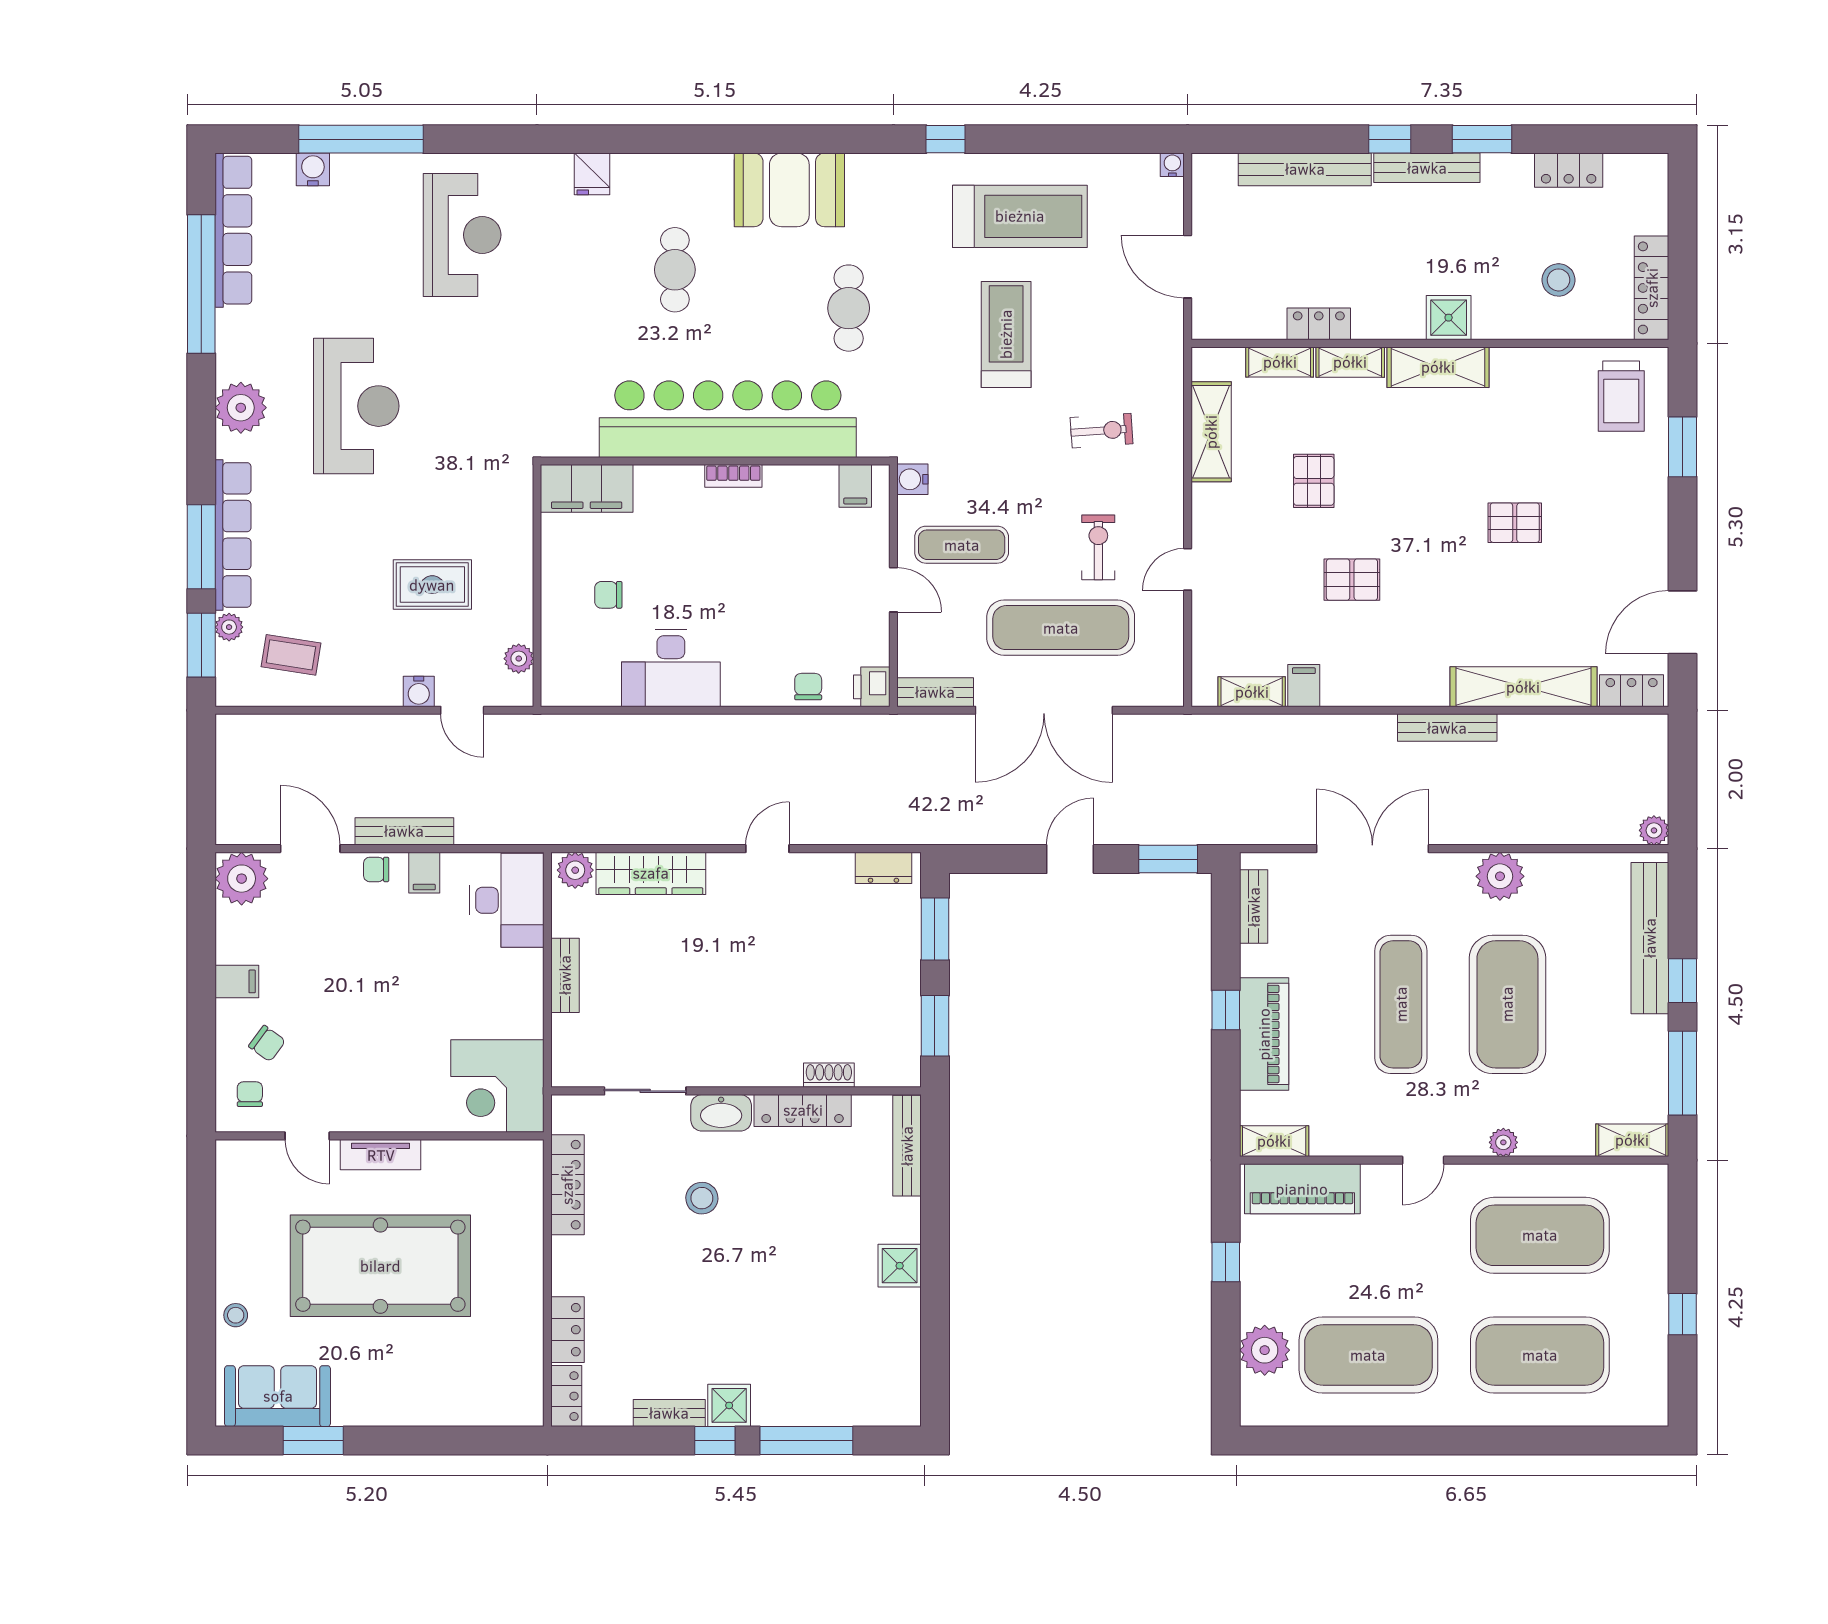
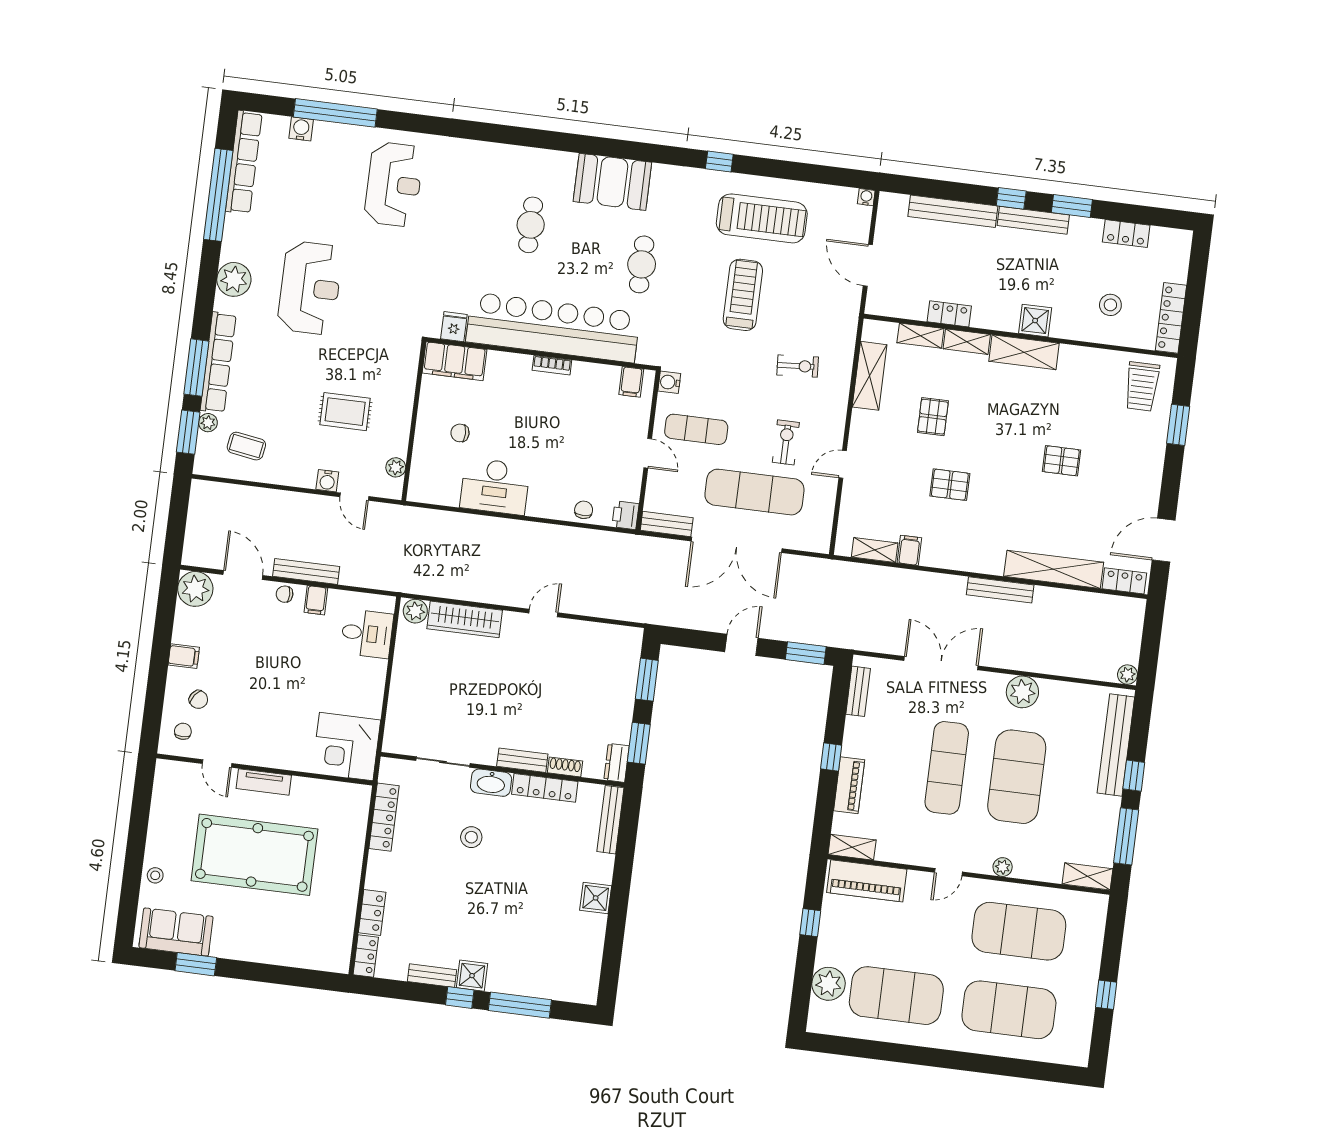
fridge: (592, 174) -> (454, 327), moved, turned 180
dresser: (883, 868) -> (617, 763), moved, turned 90
desk: (507, 900) -> (367, 634), width x0.73
bench: (565, 975) -> (522, 760), moved, turned 90
piano: (1264, 1034) -> (849, 785), width x0.73, depth x0.75

